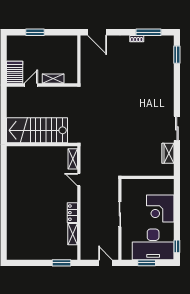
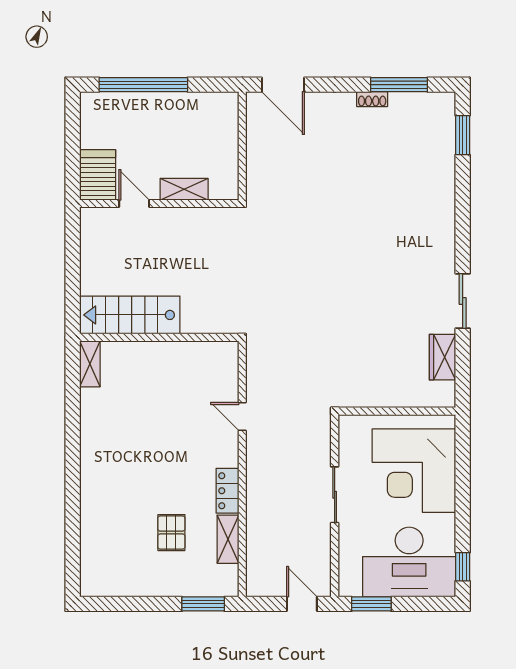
window: (35, 32) -> (143, 85), width x2.11
door: (31, 85) -> (134, 204), hinge flipped
stairs: (37, 130) -> (130, 315), width x0.73, depth x0.66
shelving: (73, 159) -> (90, 364), moved
corner desk: (160, 209) -> (414, 471), width x1.36, depth x1.36
pallet: (47, 231) -> (171, 533), added
window: (147, 263) -> (371, 604), moved

